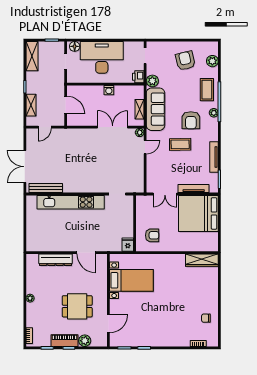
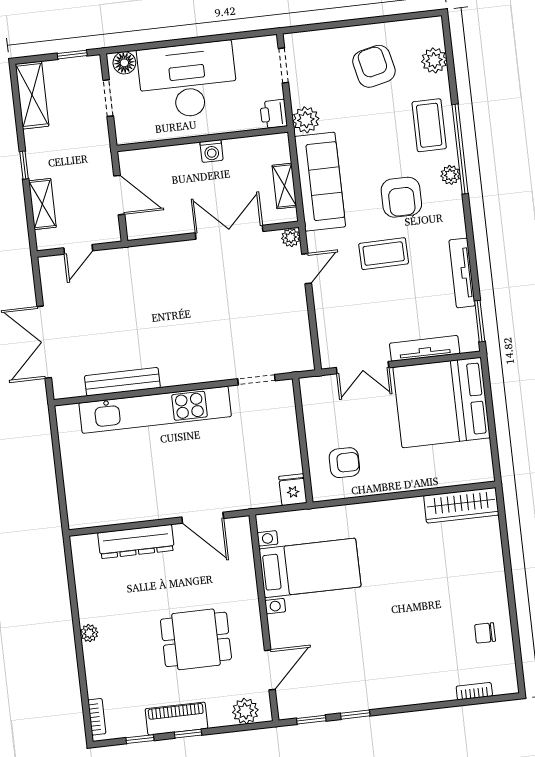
bench: (46, 188) -> (122, 382), moved
plant: (85, 341) -> (245, 711), moved

